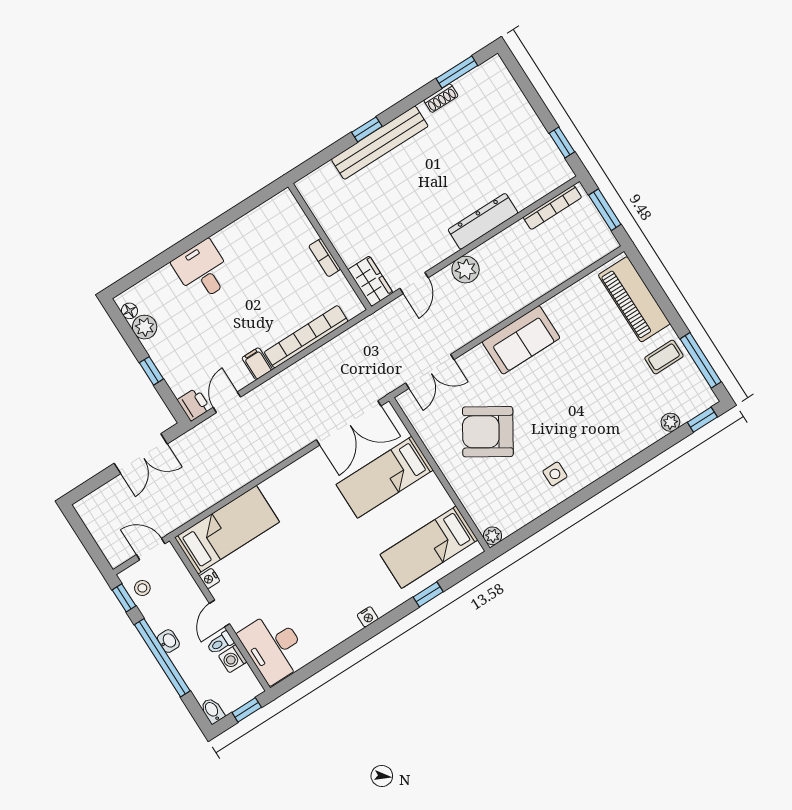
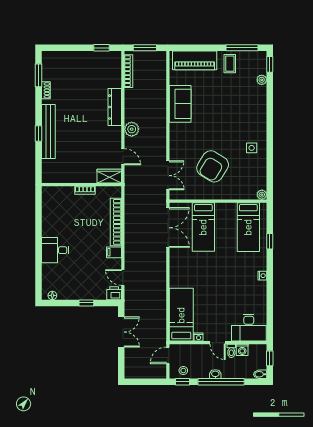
plant: (145, 327) -> (64, 293), removed
sofa: (521, 340) -> (180, 104), moved

